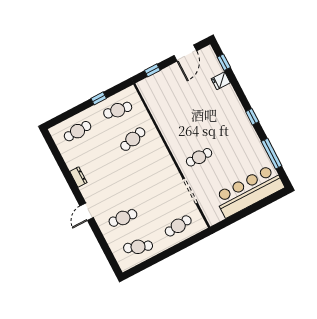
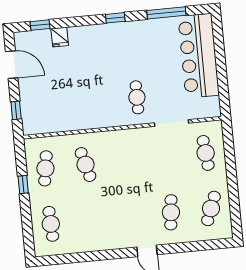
dresser: (78, 177) -> (103, 244), removed

